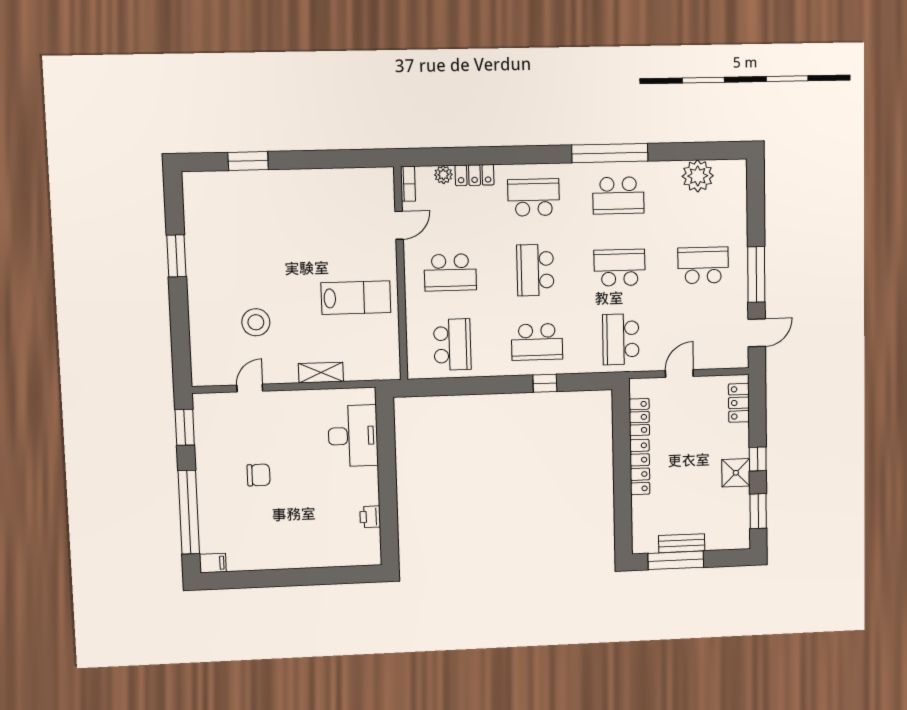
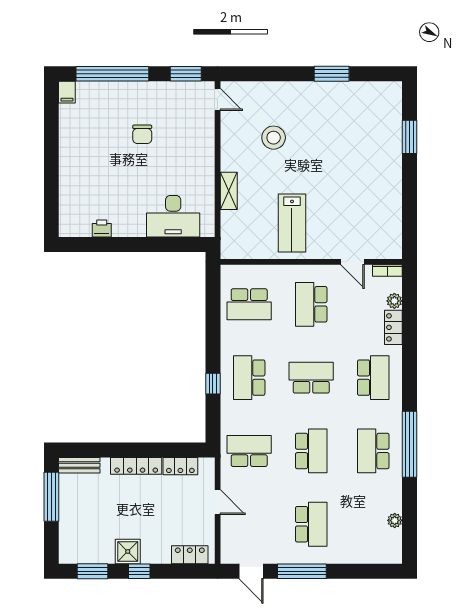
plant: (698, 176) -> (395, 520), width x0.53, depth x0.53
door: (250, 388) -> (218, 100), moved
bench: (682, 543) -> (79, 465), moved, turned 90

